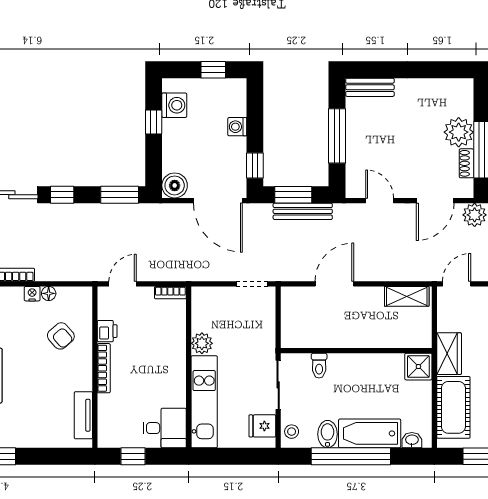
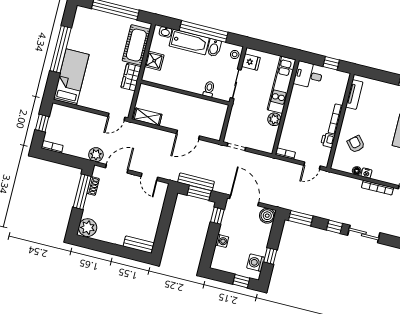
window: (213, 70) -> (241, 281), moved
plant: (459, 132) -> (88, 228), moved
window: (337, 136) -> (165, 221), removed
shower: (418, 367) -> (154, 61), moved

